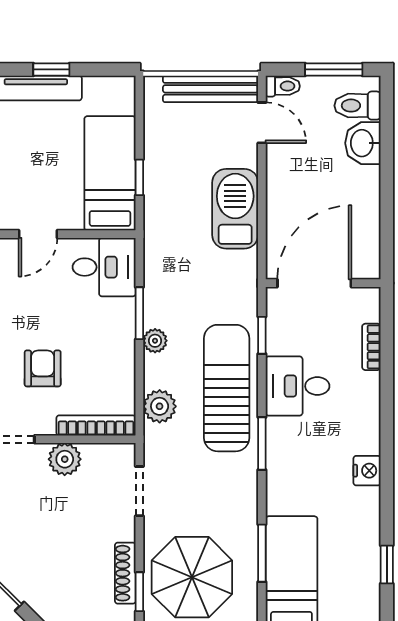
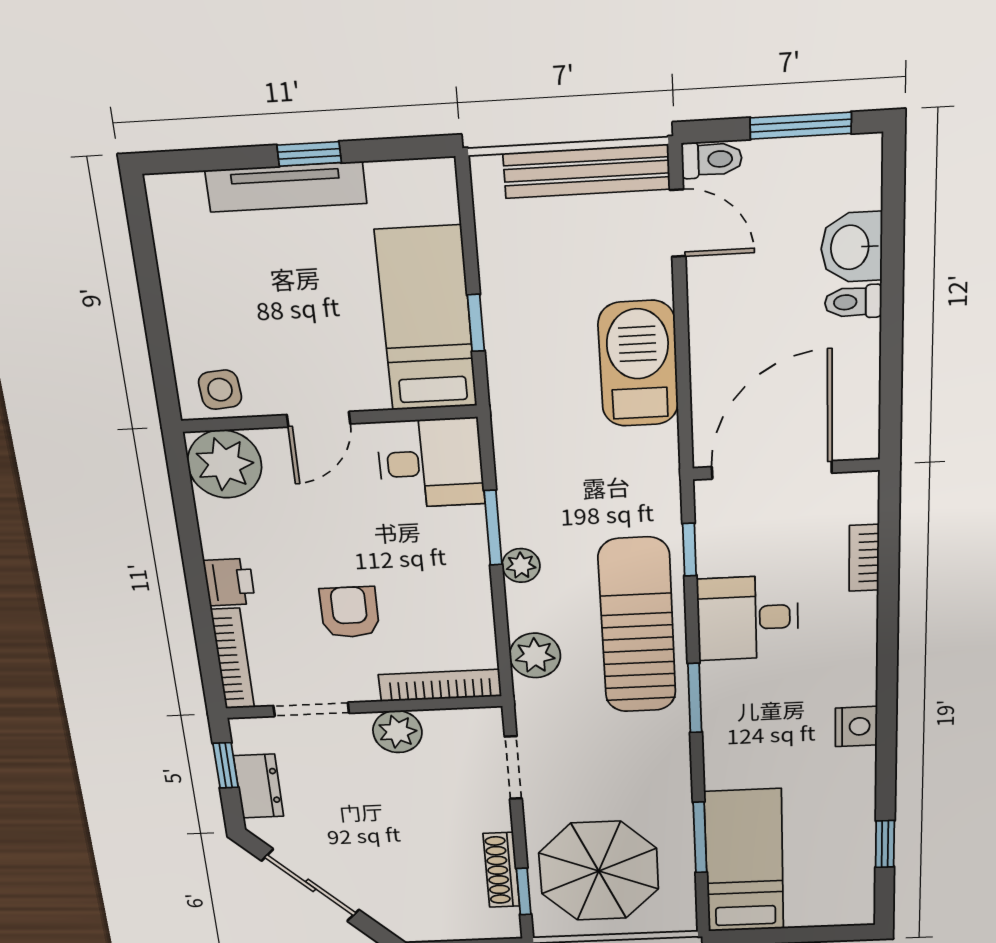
toilet: (357, 106) -> (853, 302), moved, width x0.73, depth x0.72

